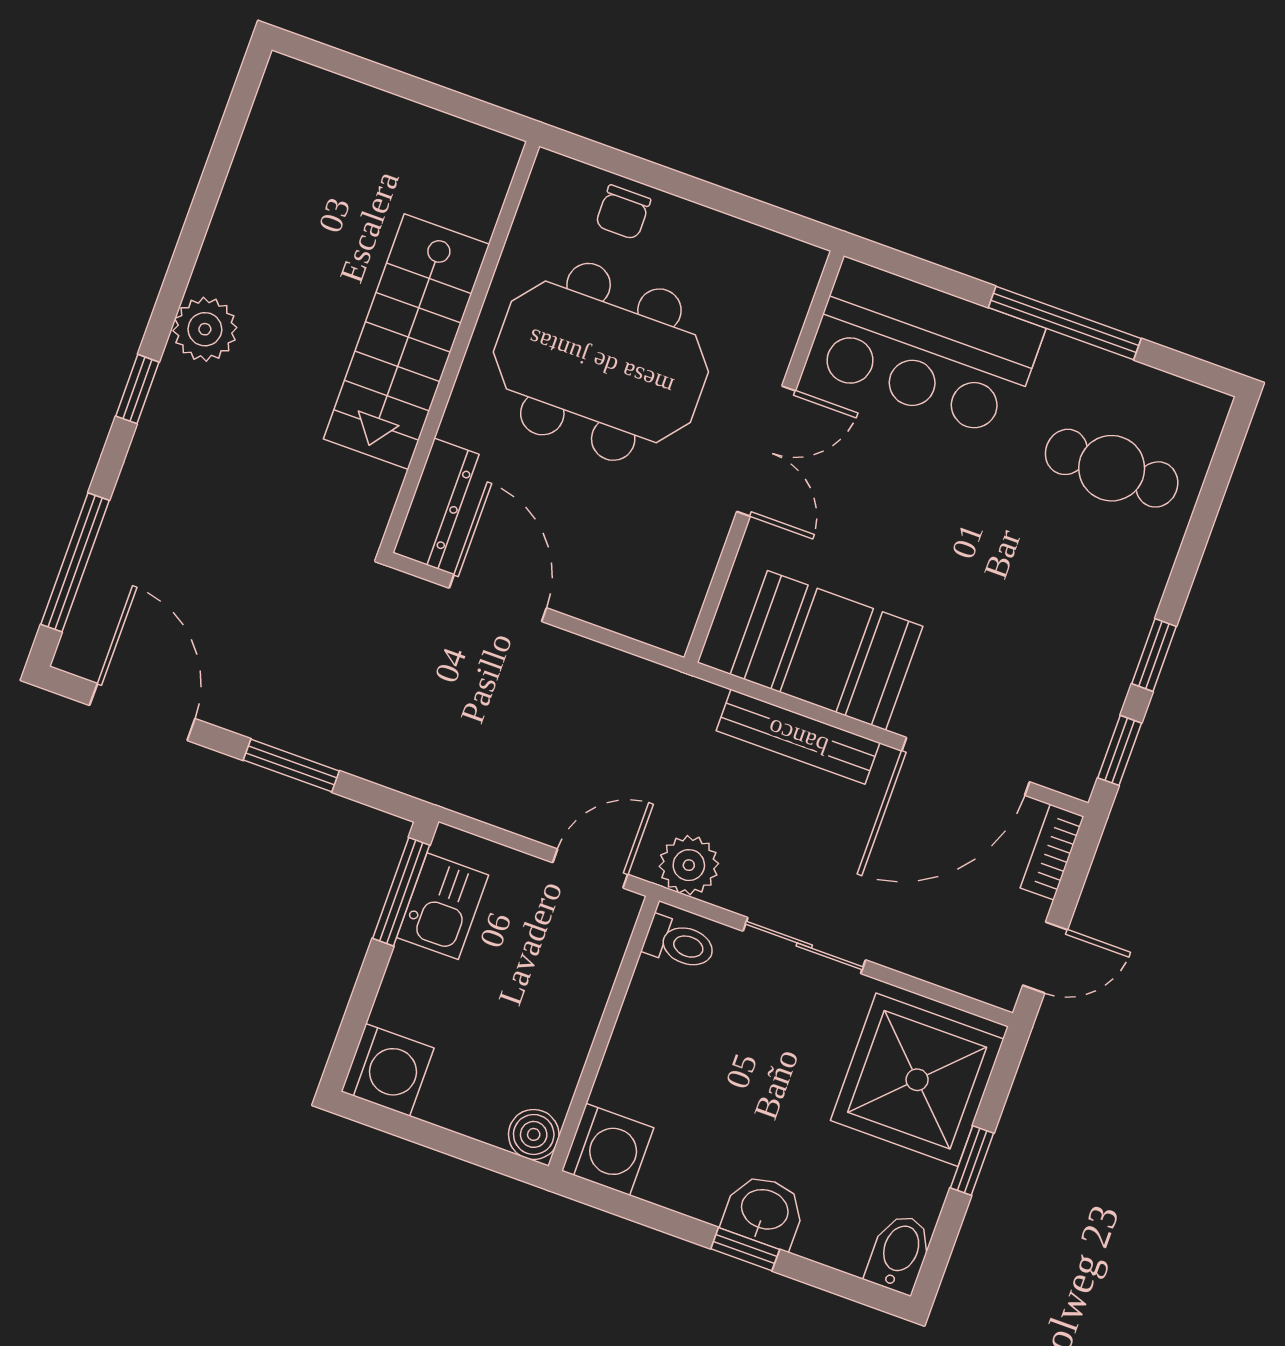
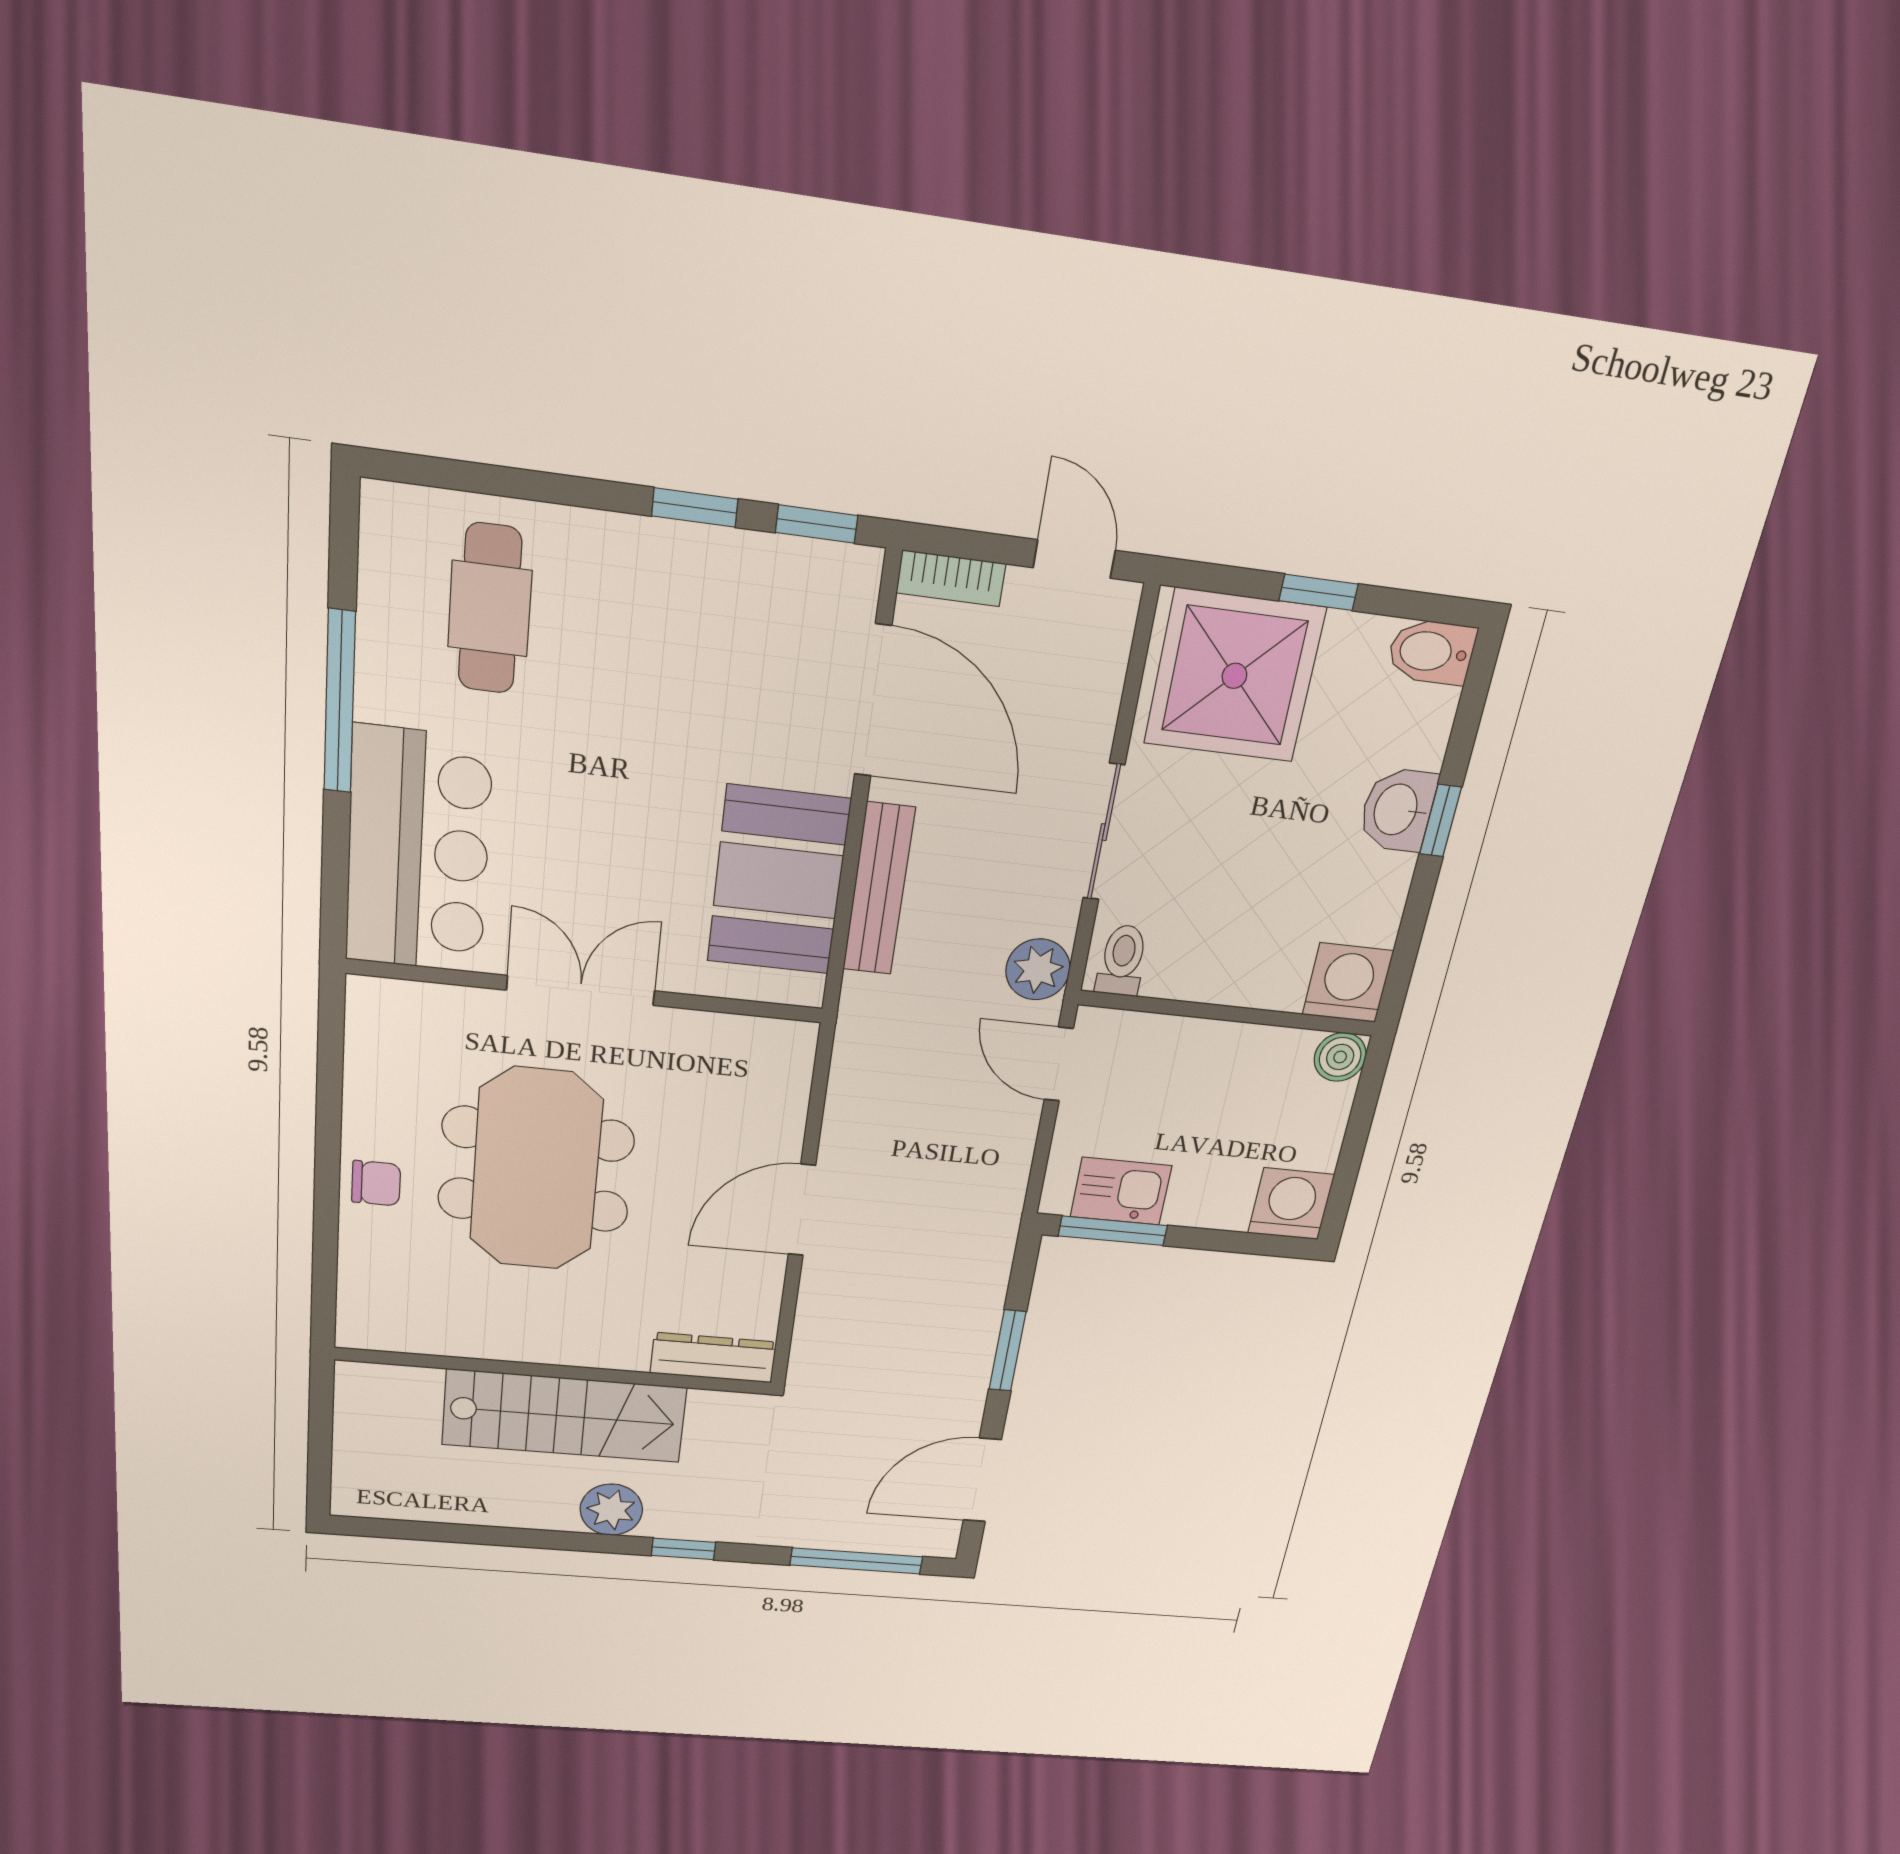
stairs: (406, 342) -> (564, 1416), moved
wall: (460, 347) -> (555, 1371), moved
dresser: (436, 504) -> (713, 1358), moved

